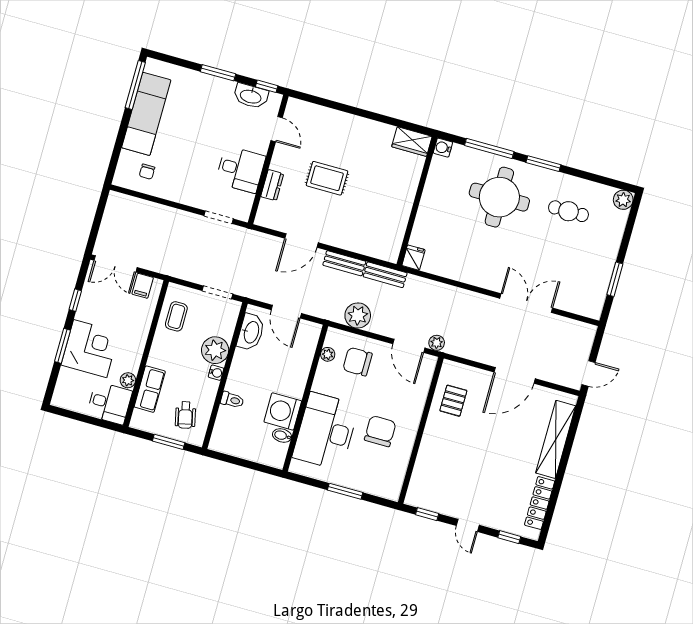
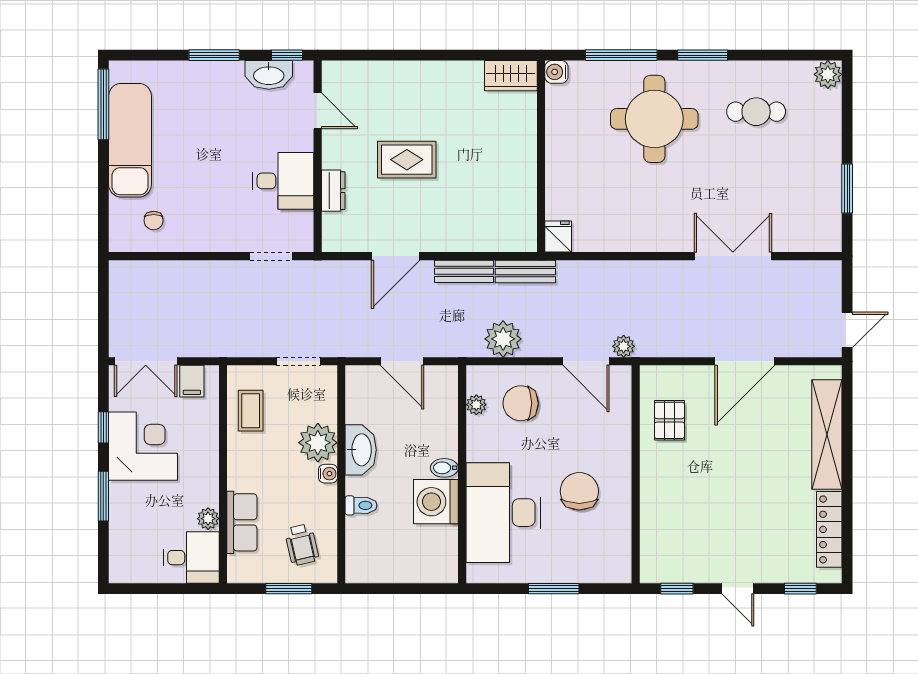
washbasin: (251, 332) -> (361, 450), moved
corner desk: (90, 349) -> (143, 446), moved
bidet: (282, 436) -> (444, 468), moved

